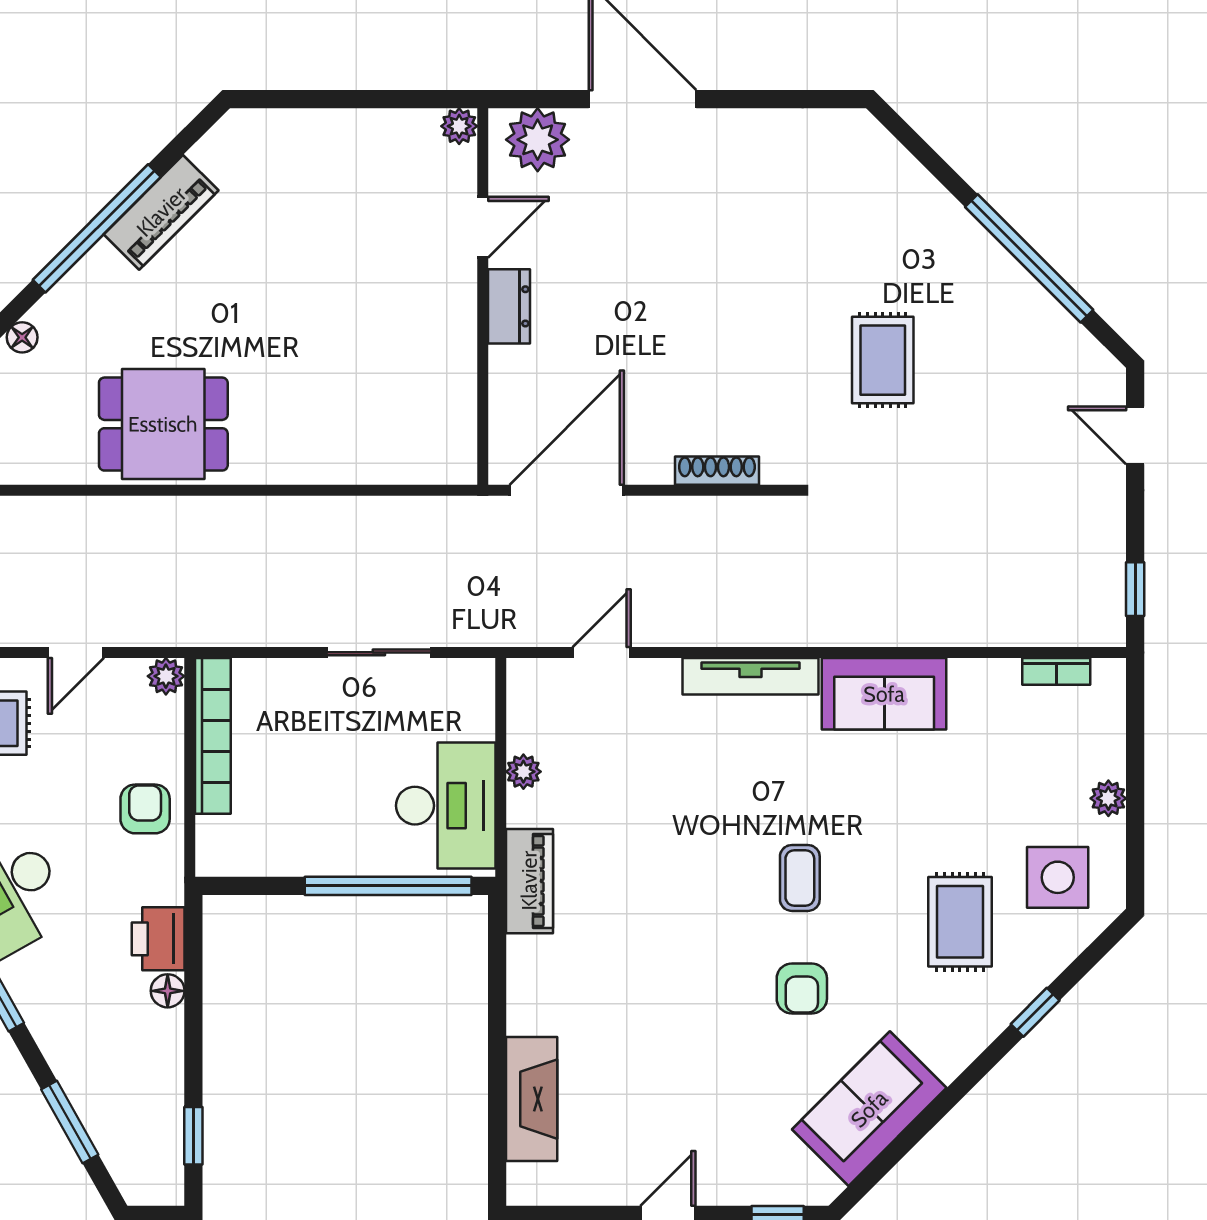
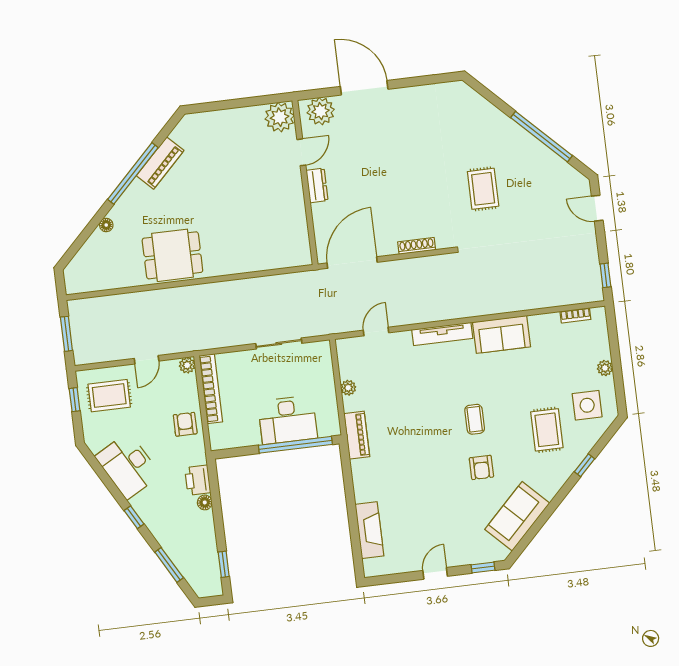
plant: (459, 126) -> (280, 117), width x1.87, depth x1.87
desk: (446, 806) -> (288, 420), moved, turned 90

